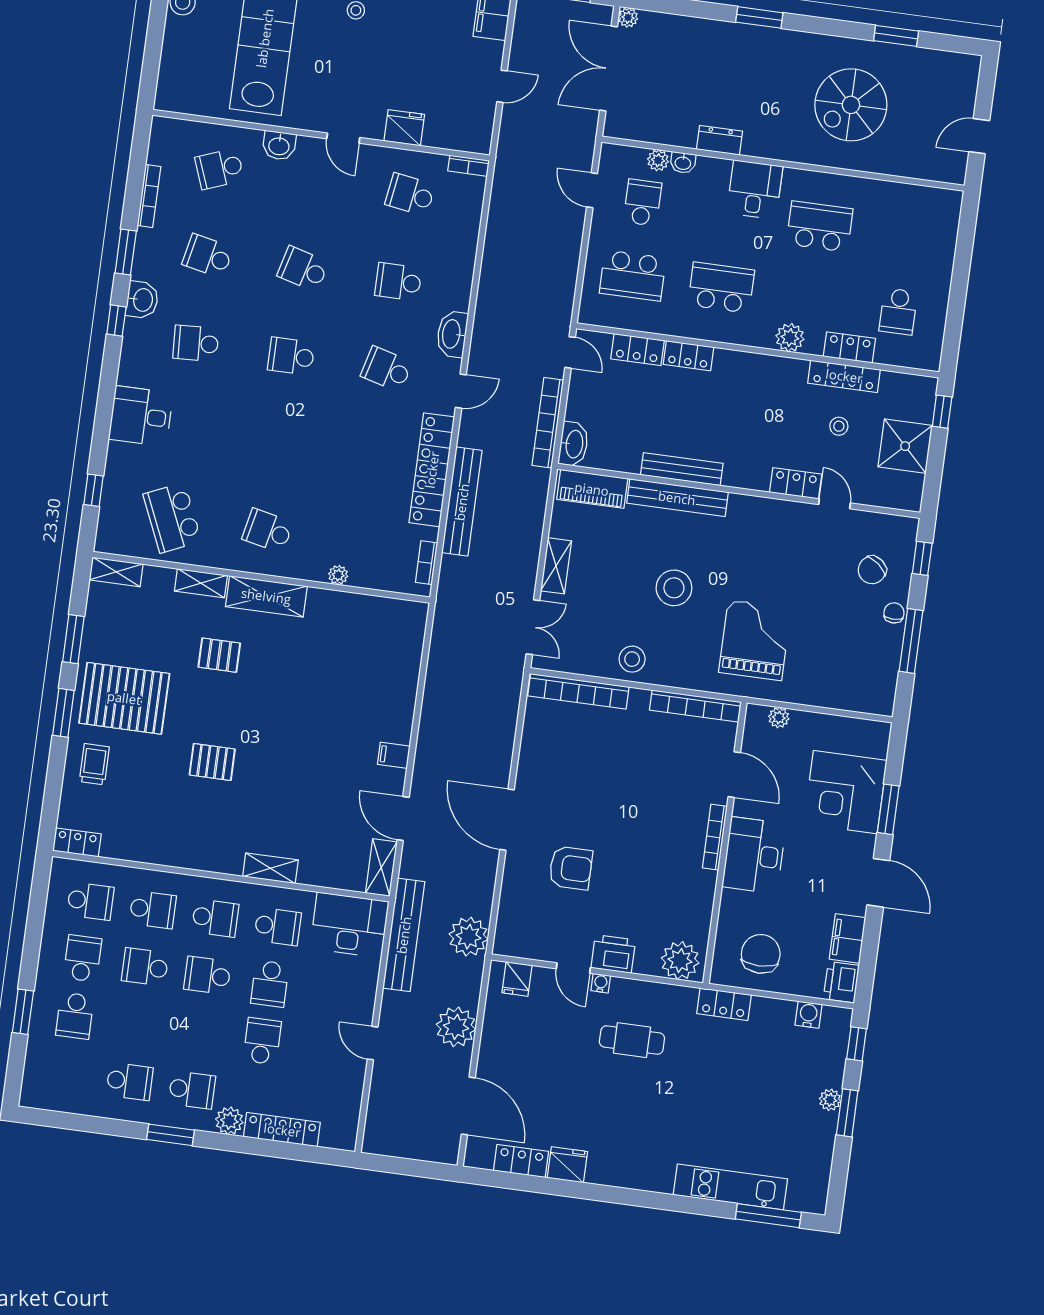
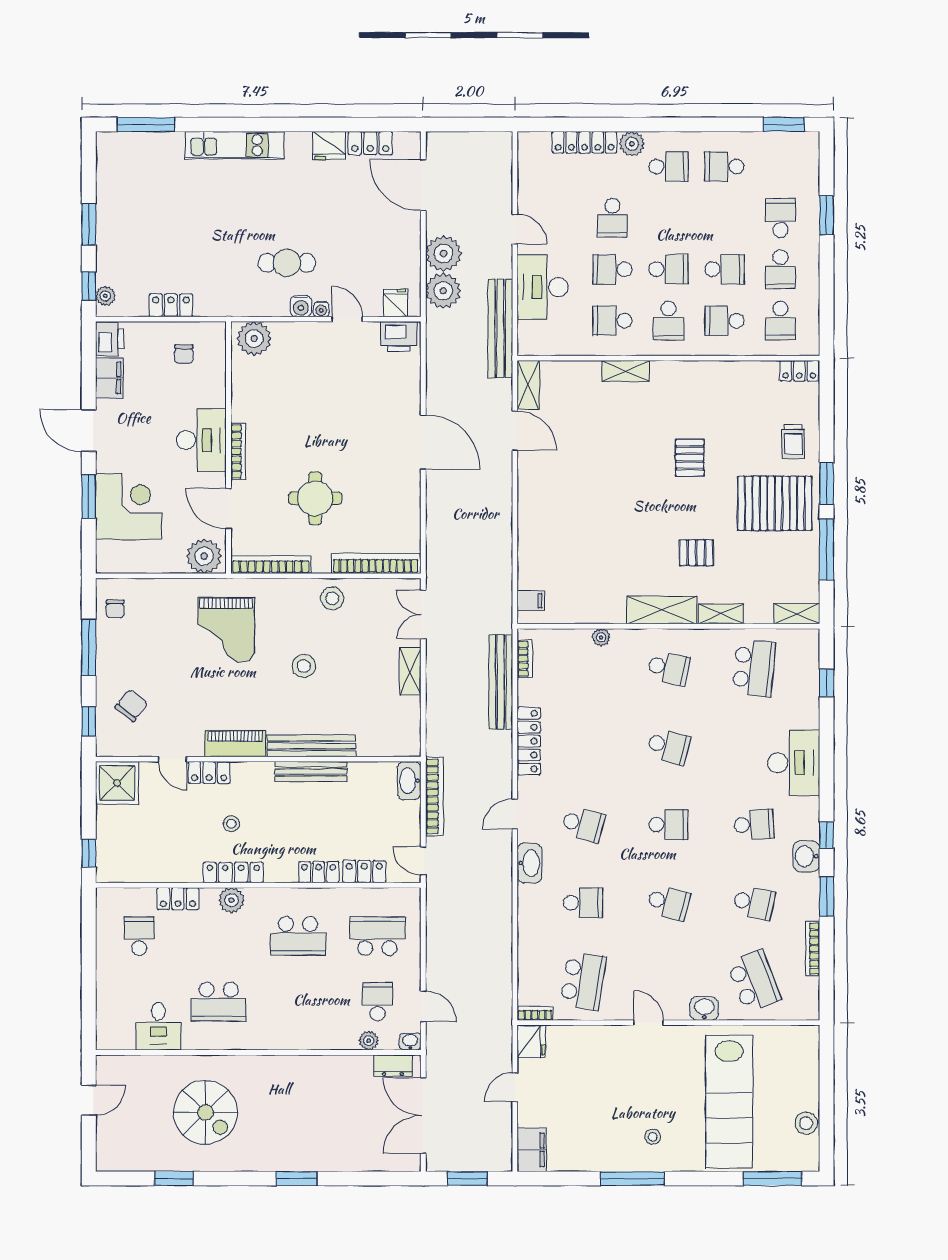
plant: (628, 17) -> (412, 1163), removed
double door: (608, 68) -> (423, 1116), swing flipped
spiral stairs: (851, 105) -> (205, 1112), turned 90
fridge: (404, 128) -> (531, 1041), moved, turned -90
dresser: (719, 140) -> (393, 1066), moved
washbasin: (683, 163) -> (410, 1041), moved
school desk: (219, 169) -> (754, 981), width x1.85
desk: (755, 190) -> (158, 1026), moved
school desk: (410, 195) -> (583, 981), width x1.85
school desk: (643, 202) -> (377, 1002), turned 180
locker: (844, 376) -> (233, 873), moved
desk: (141, 416) -> (794, 763), width x1.37
stool: (839, 426) -> (231, 824), moved
school desk: (279, 443) -> (668, 746), added
shower: (905, 446) -> (117, 783), moved
locker: (432, 470) -> (529, 741), width x0.71, depth x0.83
piano: (592, 489) -> (235, 743), moved
bench: (462, 502) -> (501, 682), moved
school desk: (172, 518) -> (754, 668), turned 30
stool: (674, 588) -> (304, 666), width x0.73, depth x0.73
chair: (894, 613) -> (115, 609), moved
window: (73, 639) -> (827, 549), width x1.44
plant: (779, 718) -> (204, 556), width x1.87, depth x1.87
filing cabinet: (394, 755) -> (531, 601), moved
pallet: (212, 762) -> (690, 458), turned 90
round table: (636, 773) -> (315, 498), added
armchair: (571, 868) -> (361, 407), removed
school desk: (90, 901) -> (780, 321), turned -90
school desk: (215, 918) -> (668, 321), turned -90
desk: (349, 925) -> (543, 287), moved, turned 90
plant: (469, 937) -> (443, 291), moved
printer: (613, 954) -> (399, 336), moved
chair: (761, 954) -> (184, 354), width x0.54, depth x0.54
school desk: (270, 984) -> (612, 269), turned -90
locker: (724, 1004) -> (171, 305), moved
water cooler: (808, 1015) -> (301, 306), moved
school desk: (192, 1090) -> (668, 167), turned 180
plant: (830, 1100) -> (105, 296), moved
window: (170, 1135) -> (784, 124), moved
kitchen unit: (730, 1187) -> (234, 145), moved

